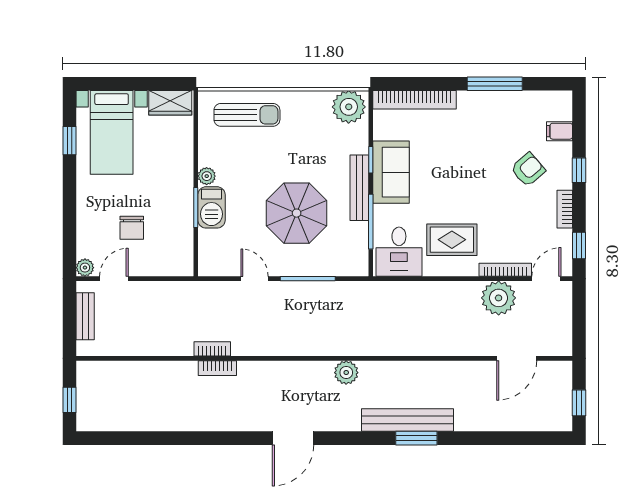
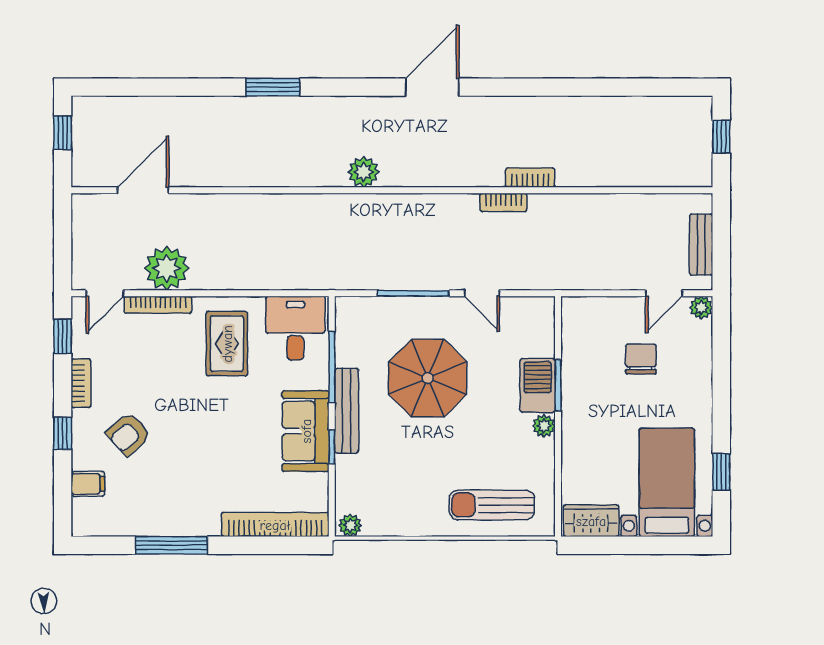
plant: (349, 107) -> (350, 525), width x0.53, depth x0.53
rug: (452, 240) -> (227, 344), turned 90
bookcase: (212, 349) -> (503, 202), moved
bench: (407, 420) -> (284, 110), removed

